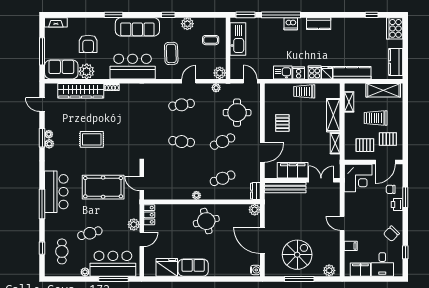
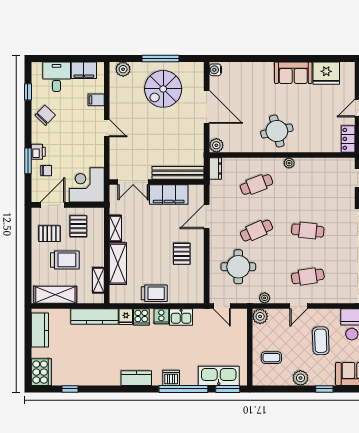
kitchen sink: (238, 39) -> (219, 376), moved, turned 90
pallet: (365, 145) -> (78, 226), turned 90

